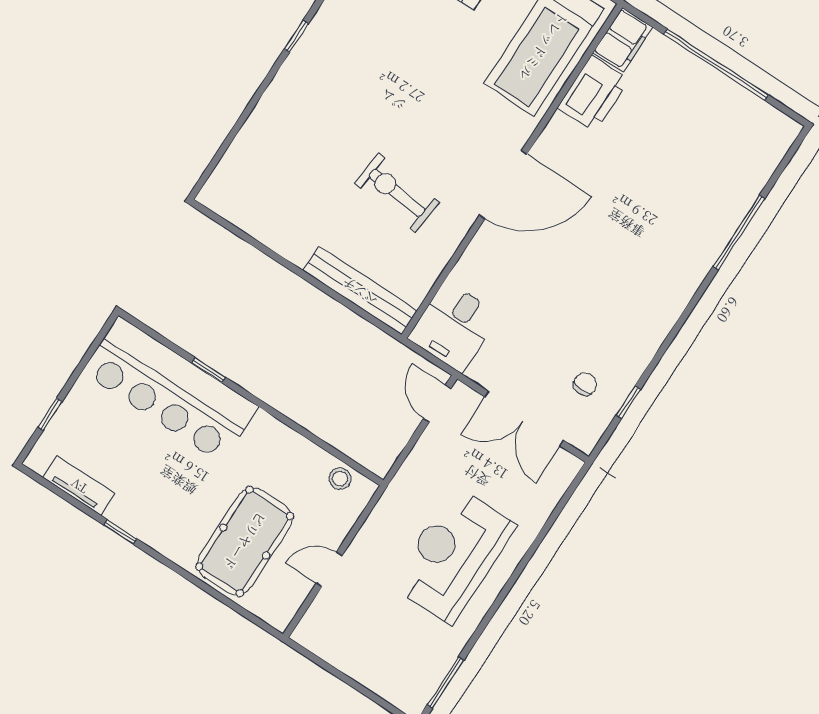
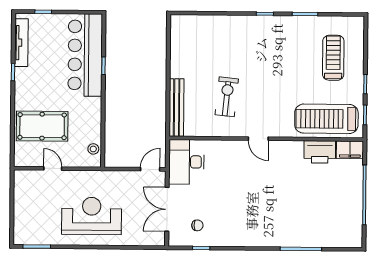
door: (503, 185) -> (258, 139), width x0.53
desk: (454, 326) -> (186, 162), width x1.37
tv unit: (79, 486) -> (21, 43), width x1.41

